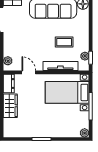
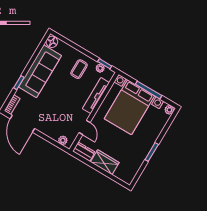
coffee table: (64, 42) -> (79, 69), moved
door: (29, 72) -> (85, 128), swing flipped
bed with nightstands: (67, 92) -> (129, 107), width x1.36

